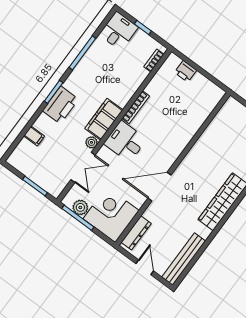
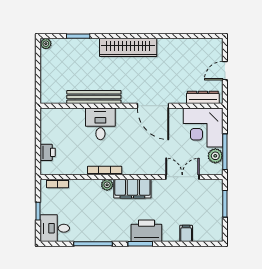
desk: (125, 141) -> (100, 124), moved, turned 180
plant: (92, 142) -> (107, 185), moved
bench: (184, 259) -> (94, 97), moved

